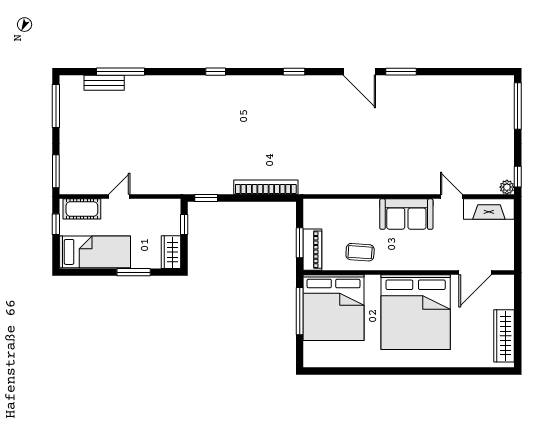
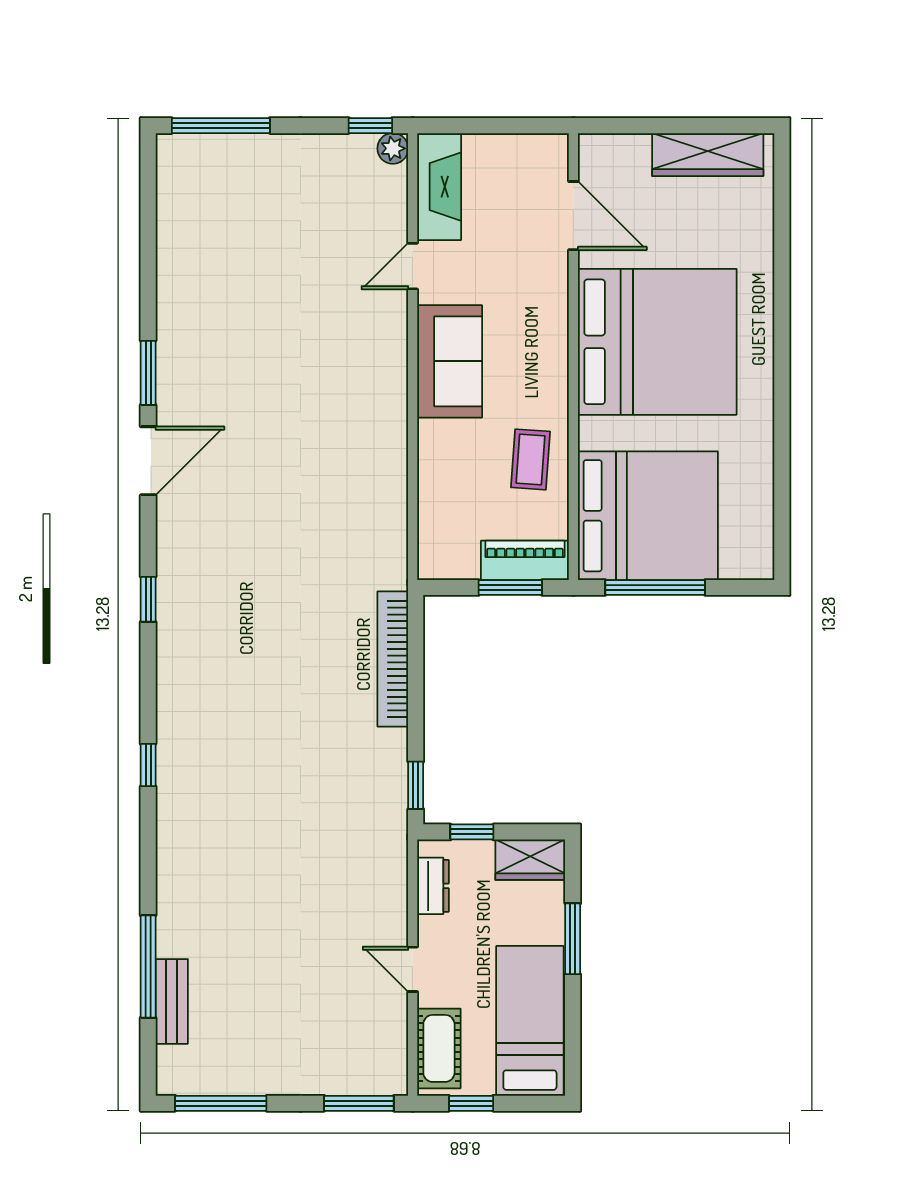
dresser: (159, 206) -> (433, 886), added

